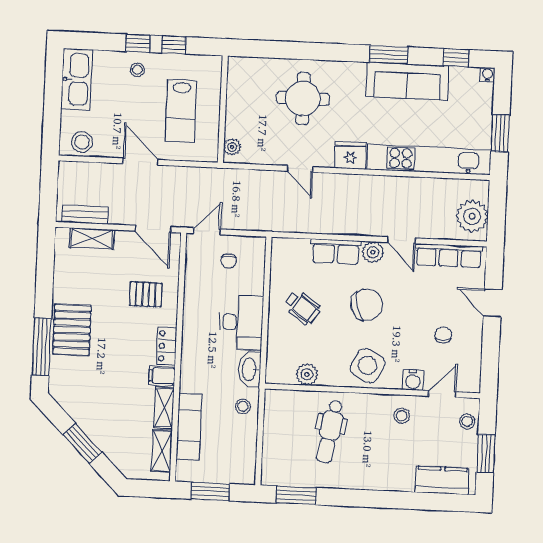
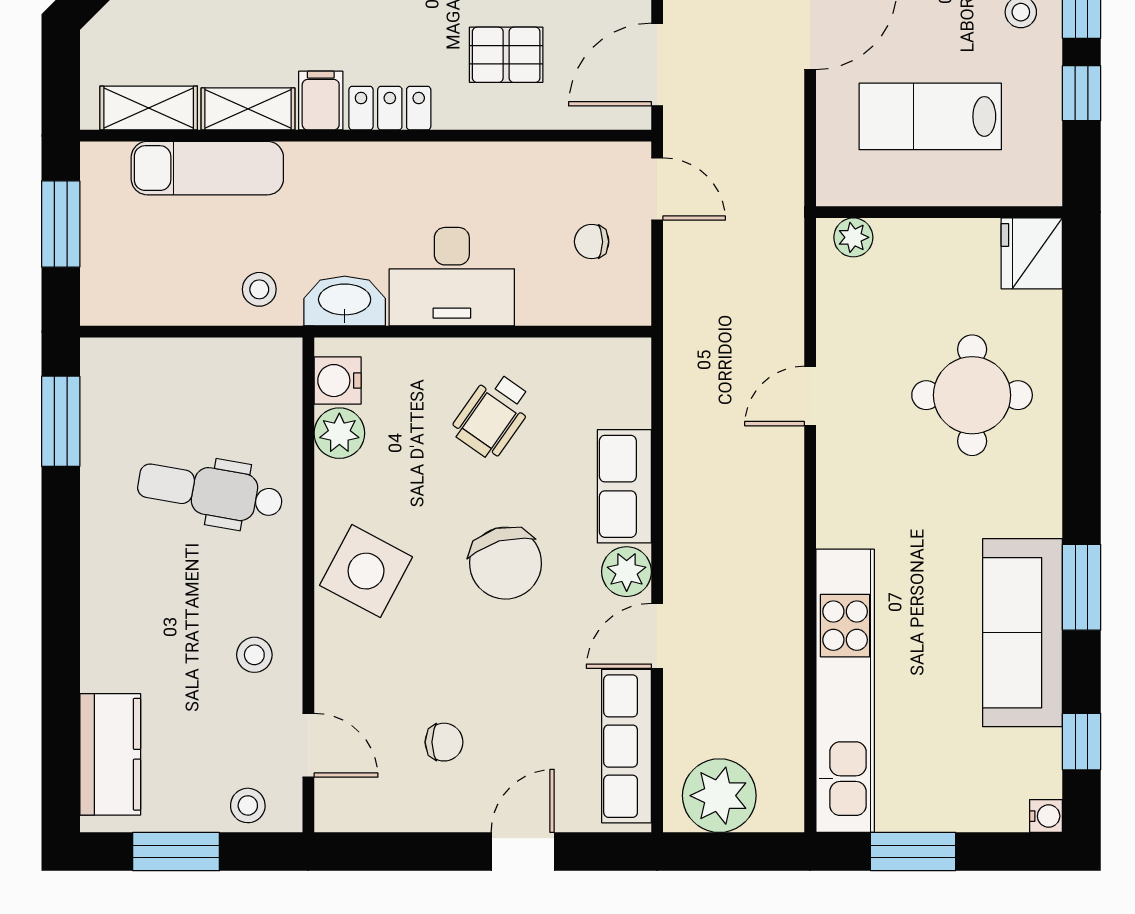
fridge: (350, 155) -> (1032, 253), moved, turned 180
pallet: (146, 294) -> (506, 55), turned 90
water cooler: (413, 380) -> (338, 381), moved

